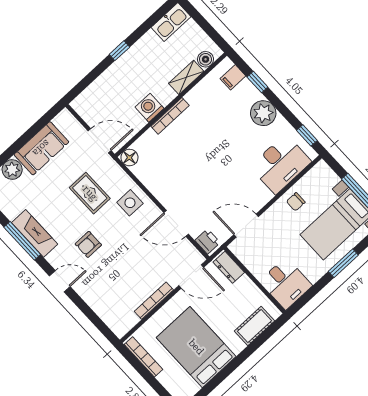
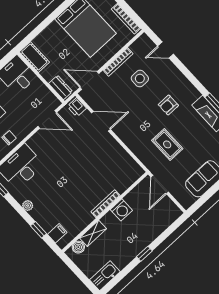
plant: (263, 113) -> (28, 206), width x0.53, depth x0.53
door: (100, 141) -> (160, 185), hinge flipped
floor lamp: (129, 158) -> (137, 172), removed
side table: (130, 203) -> (140, 78), moved
armchair: (88, 244) -> (168, 105), turned 180
door: (60, 281) -> (166, 50), moved
cot: (254, 326) -> (34, 57), moved, turned 90

